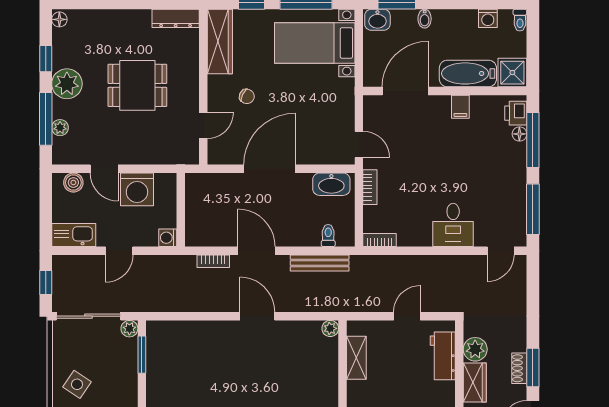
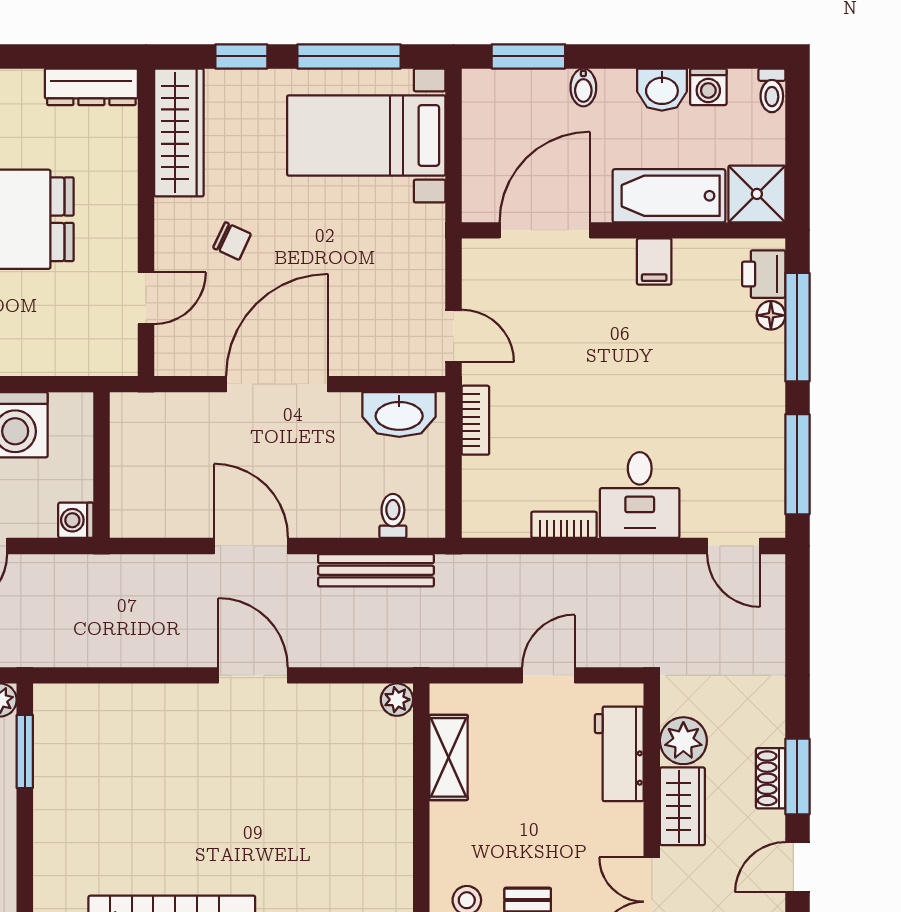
washbasin: (377, 20) -> (662, 90), moved
bookcase: (380, 240) -> (564, 525), moved
door: (501, 251) -> (734, 546), hinge flipped
bookcase: (213, 261) -> (166, 567), removed

